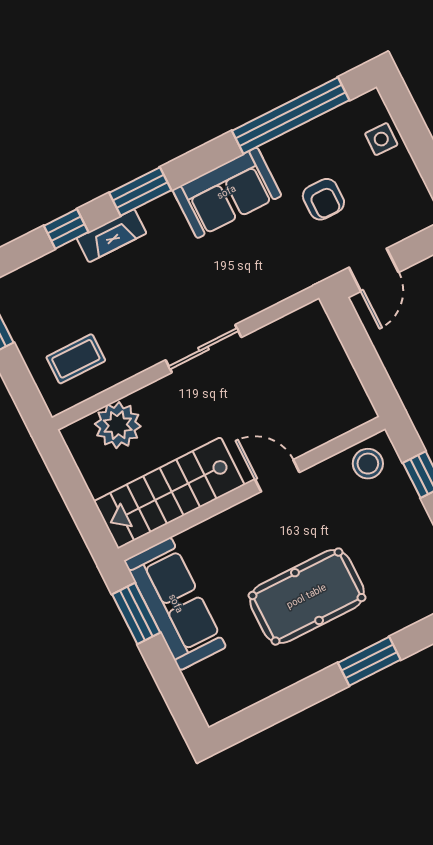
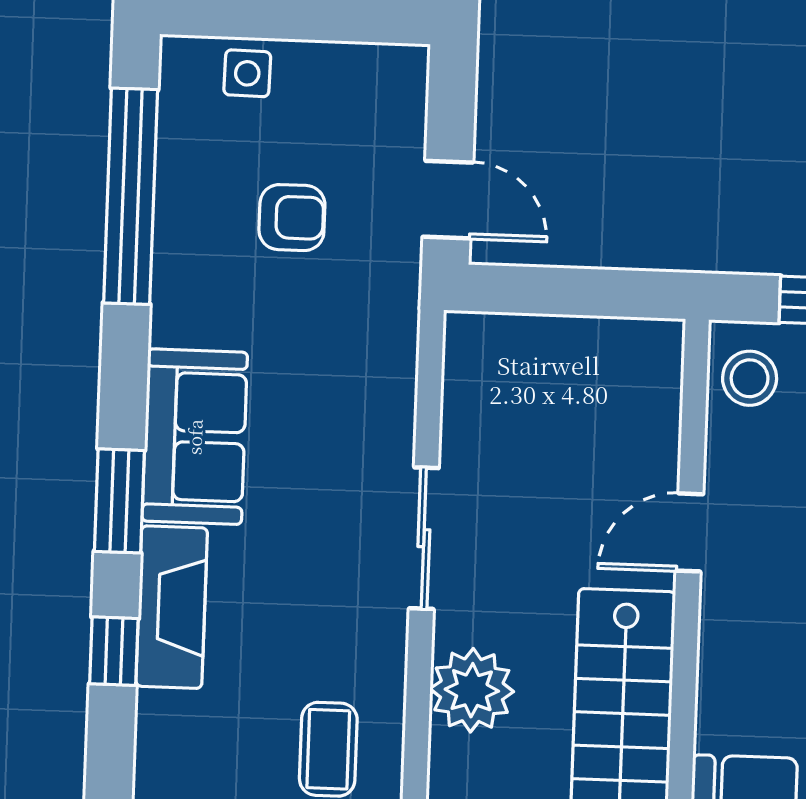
sofa: (227, 193) -> (195, 437), moved
fireplace: (112, 236) -> (172, 607), width x1.37, depth x1.32
plant: (118, 425) -> (472, 690), moved

